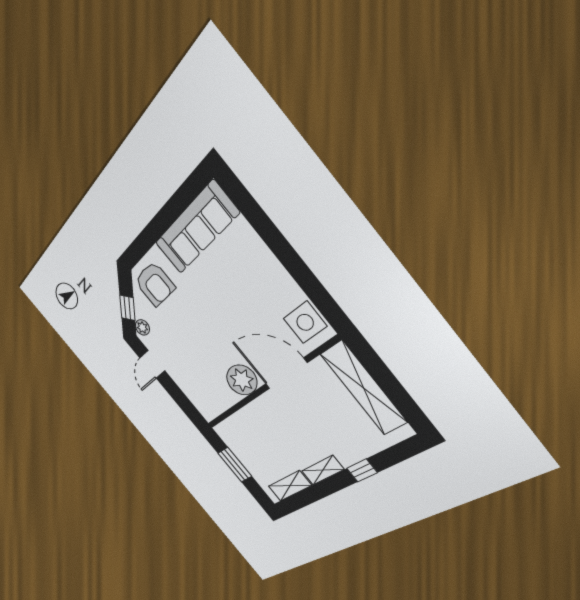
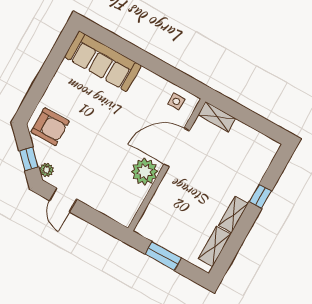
sofa: (196, 228) -> (103, 61), moved, turned 90
side table: (305, 322) -> (176, 101), width x0.54, depth x0.54
shelving: (364, 388) -> (217, 117), width x0.45, depth x0.75

